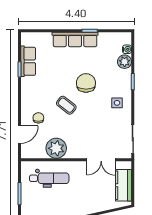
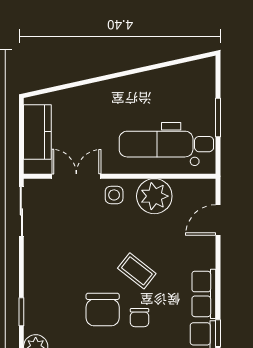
row of seats: (28, 92) -> (204, 294), added
side table: (117, 103) -> (114, 195), moved
chair: (38, 118) -> (140, 318), moved
dental chair: (49, 178) -> (166, 144), width x1.36, depth x1.38

